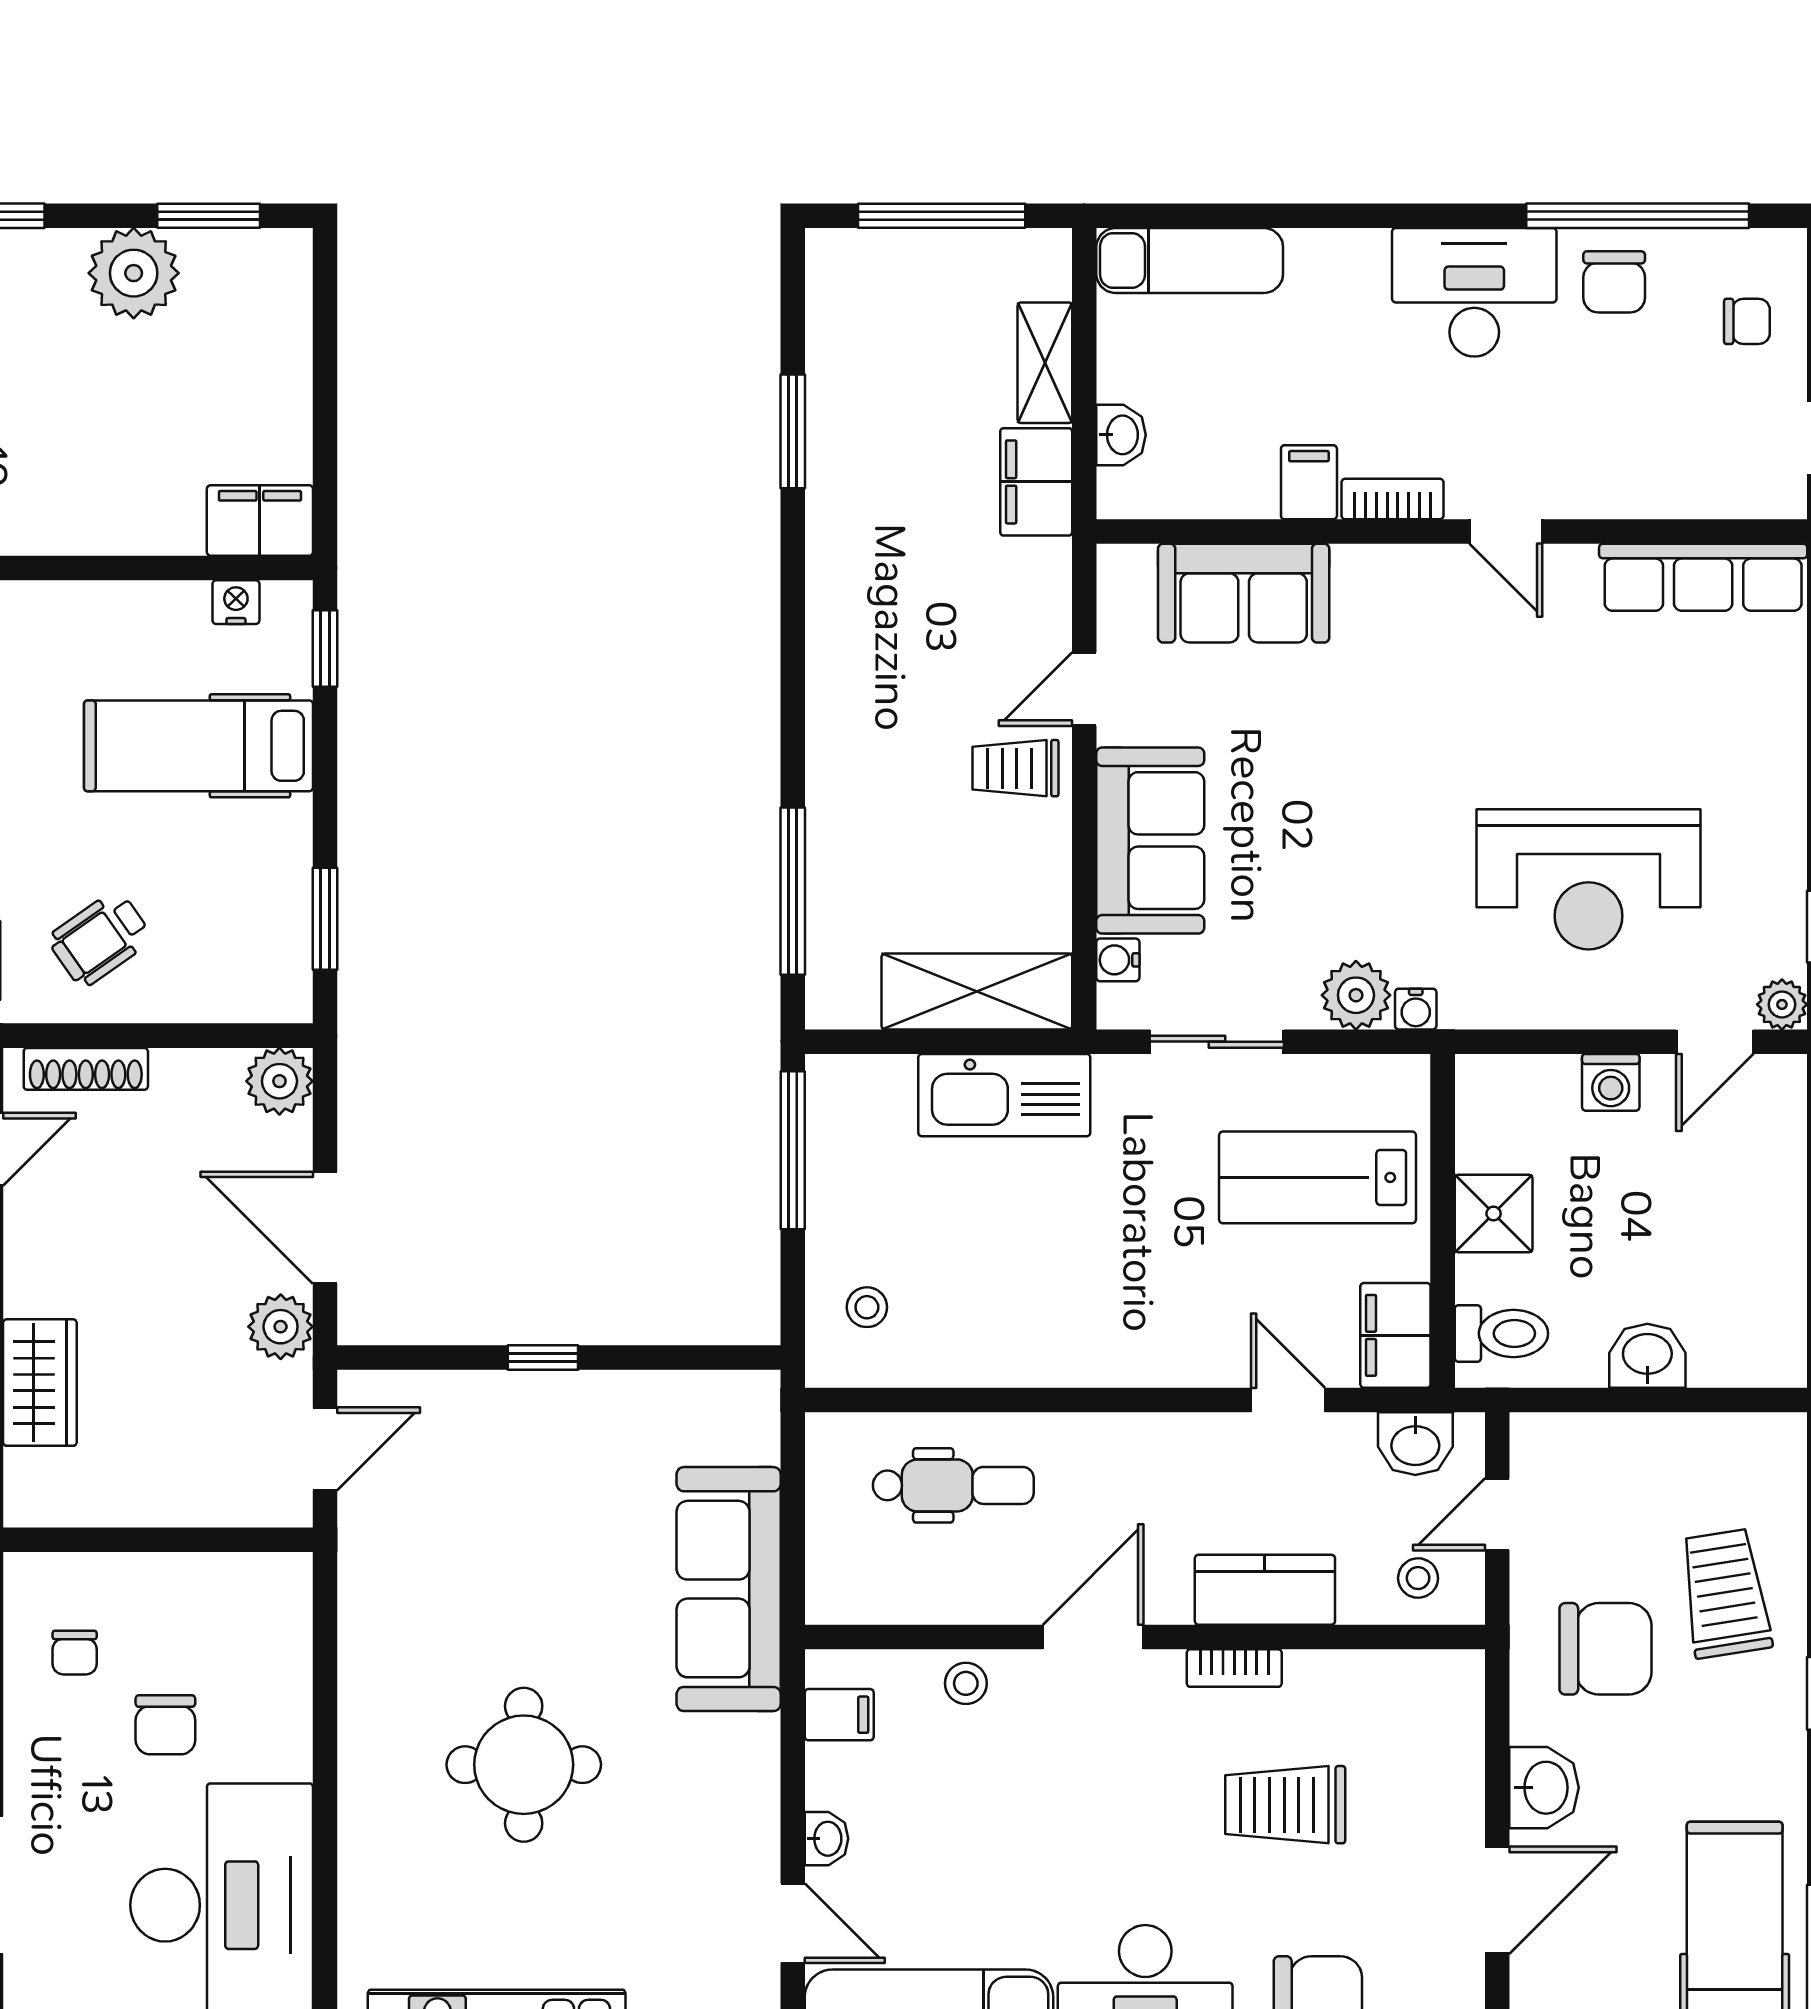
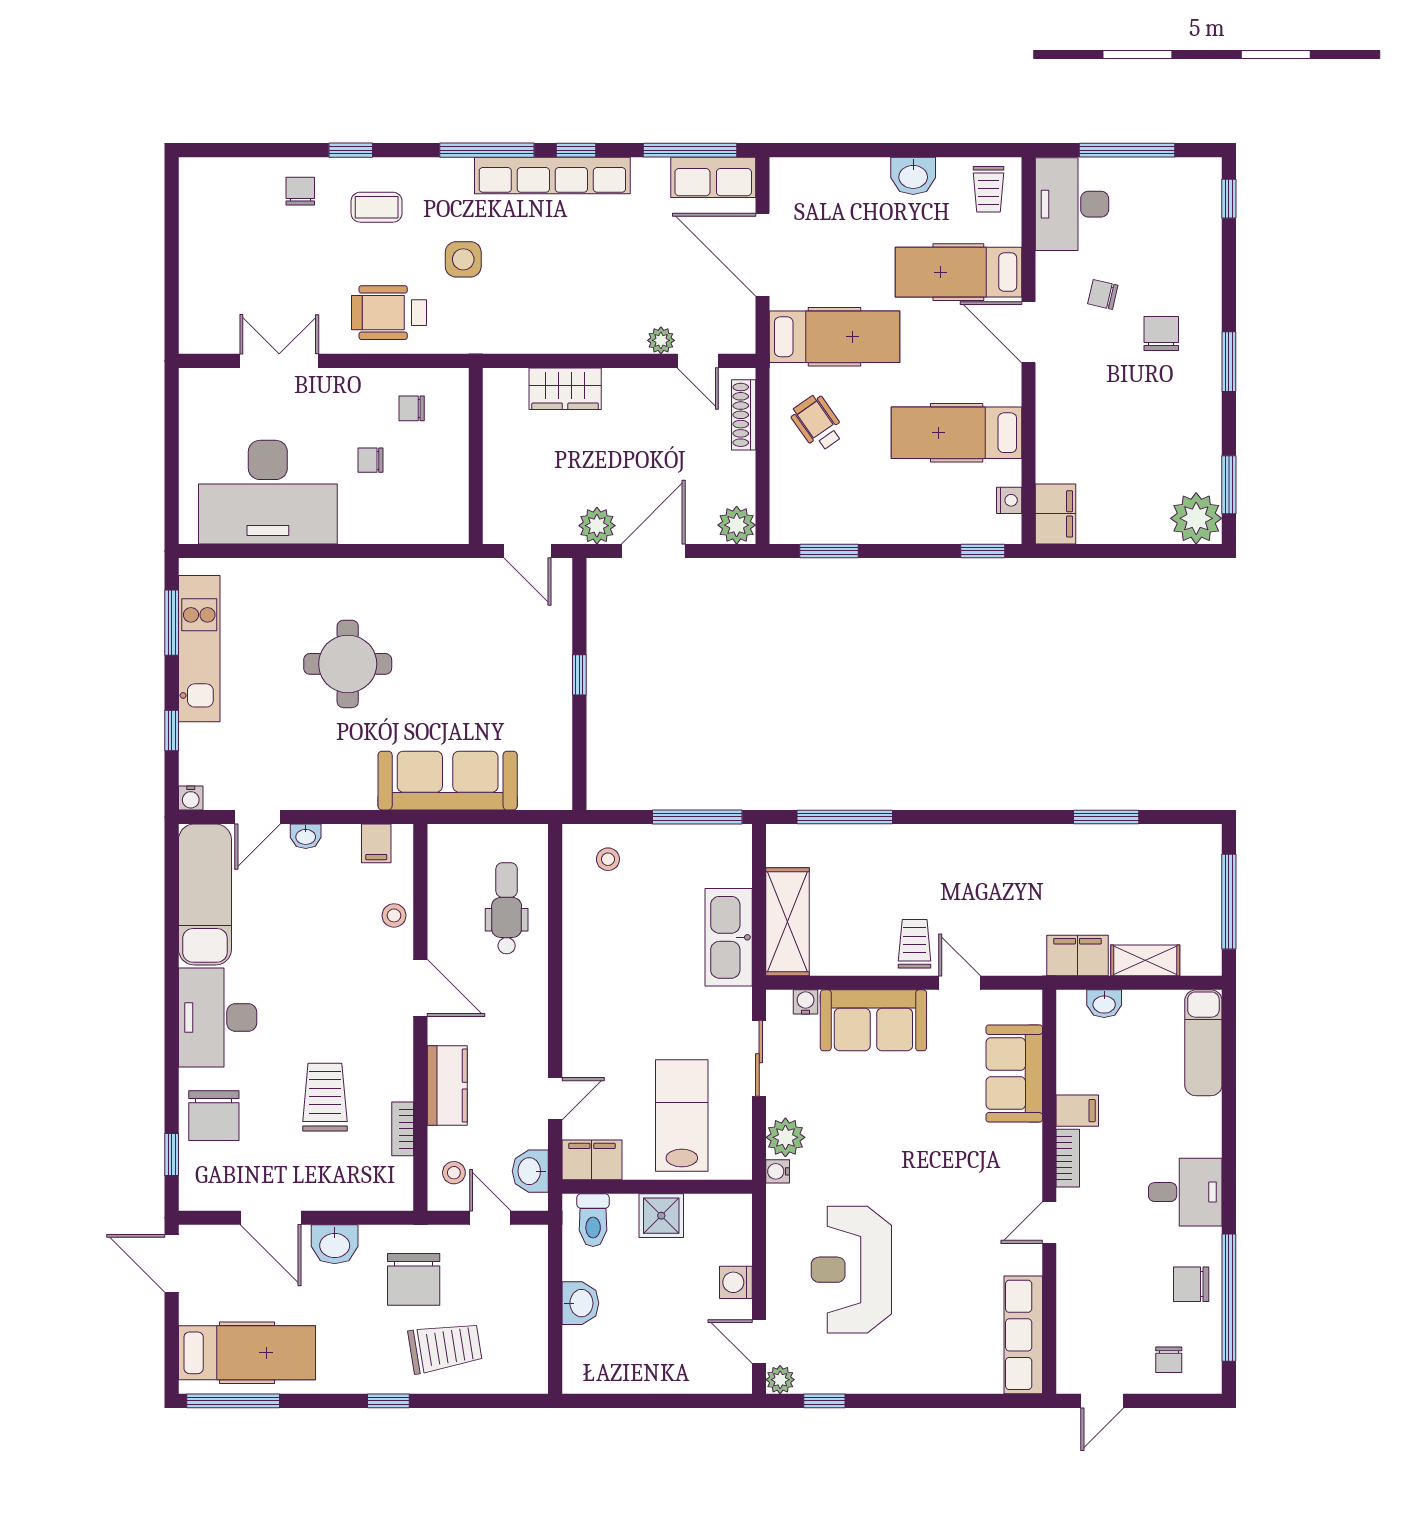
plant: (134, 273) -> (1196, 518), moved
desk: (1474, 292) -> (1185, 1192), width x0.73
hospital bed: (199, 746) -> (957, 433), moved, turned -90
dental chair: (953, 1485) -> (507, 908), turned 180
bookcase: (1234, 1668) -> (403, 1129), moved
chair: (165, 1725) -> (370, 460), width x0.73, depth x0.73

